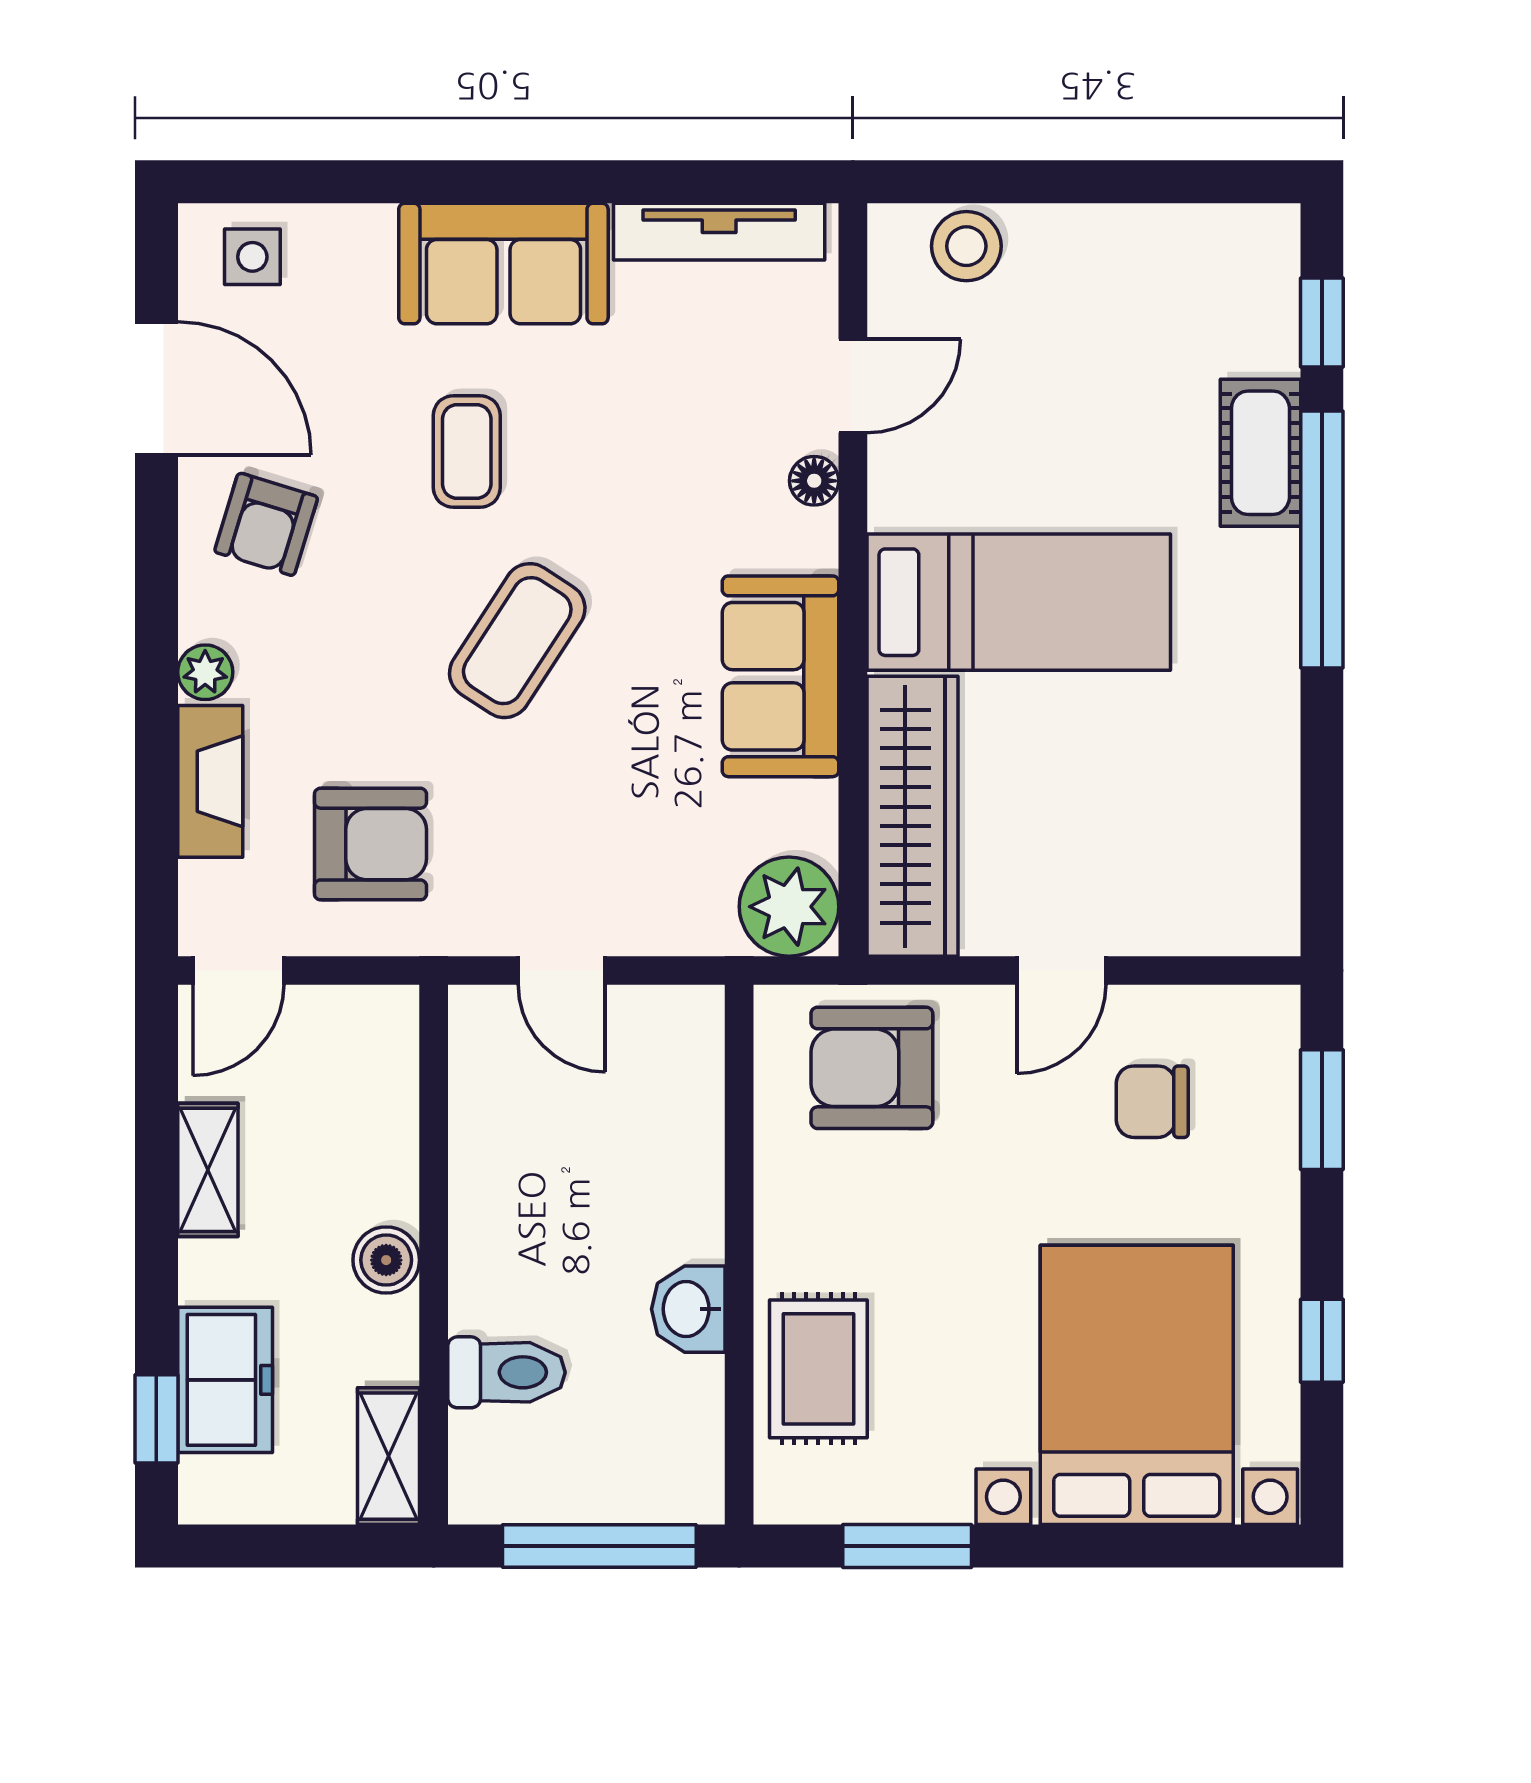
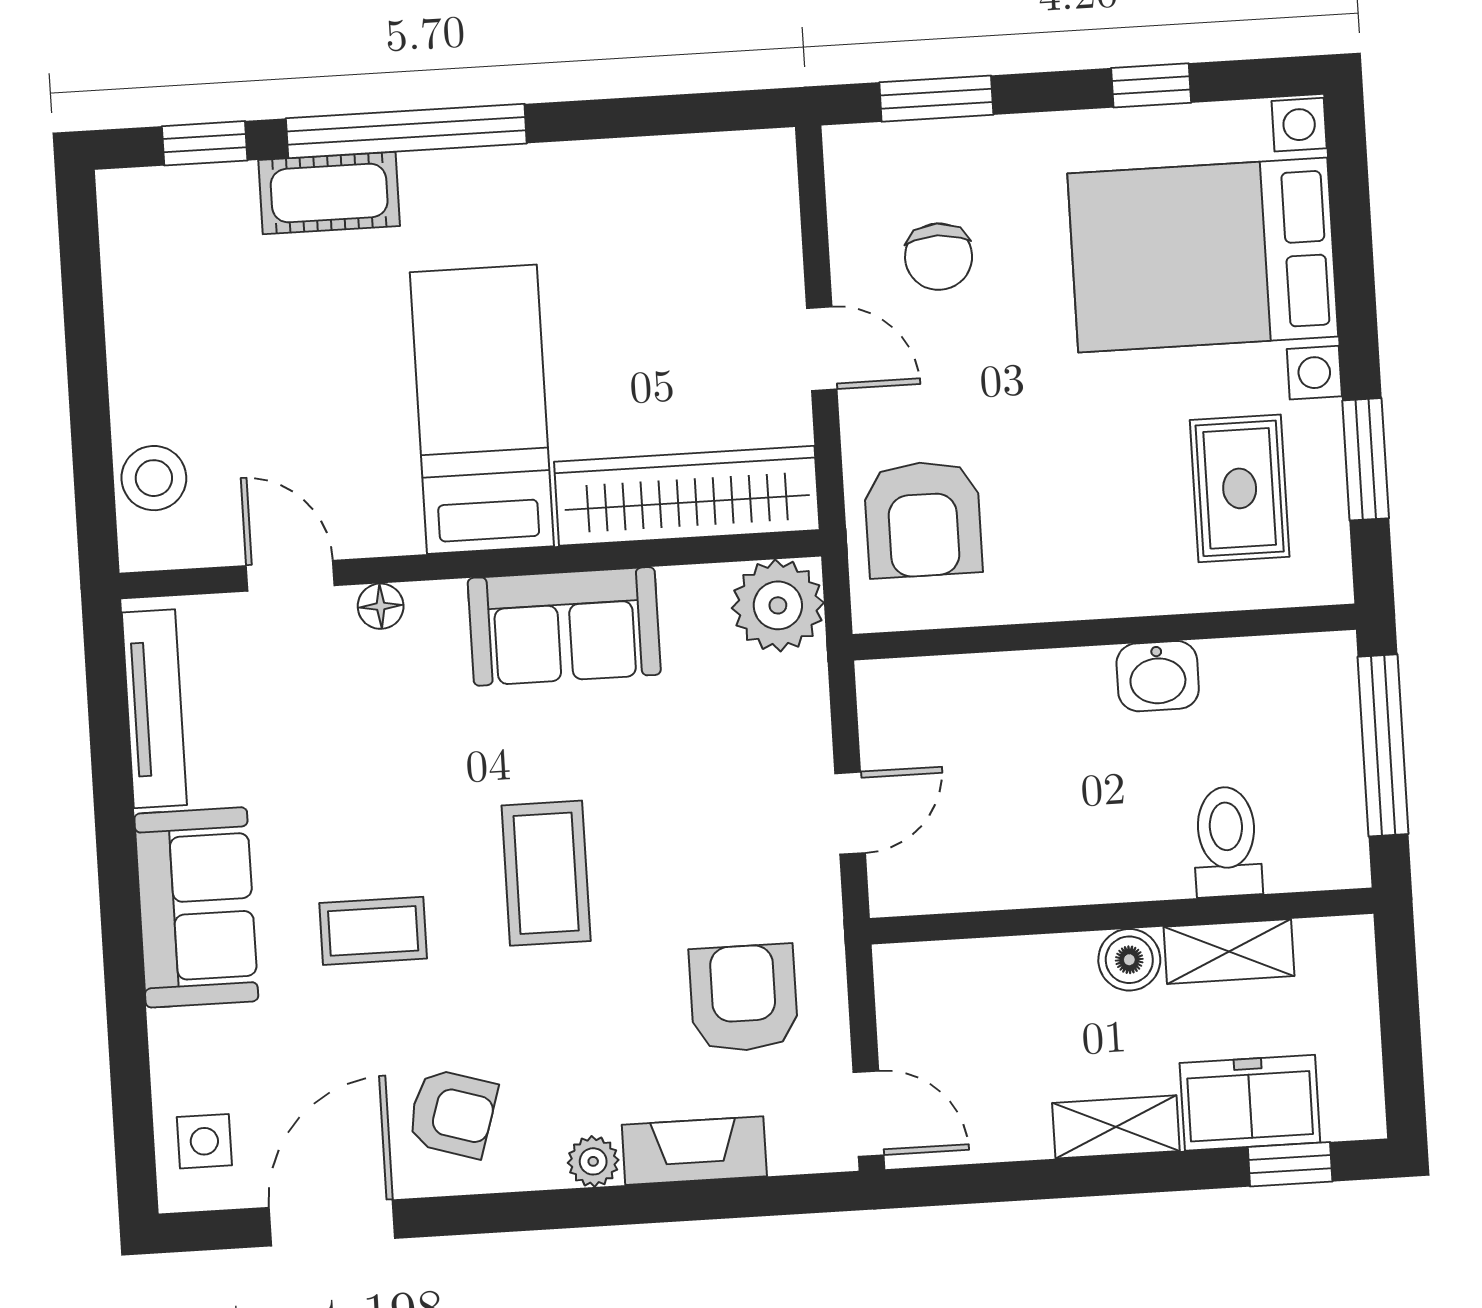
coffee table: (517, 641) -> (546, 873), turned 57
shelving: (208, 1170) -> (1116, 1127), moved
rug: (818, 1369) -> (1240, 488), moved, turned 90
shelving: (389, 1456) -> (1229, 951), moved

